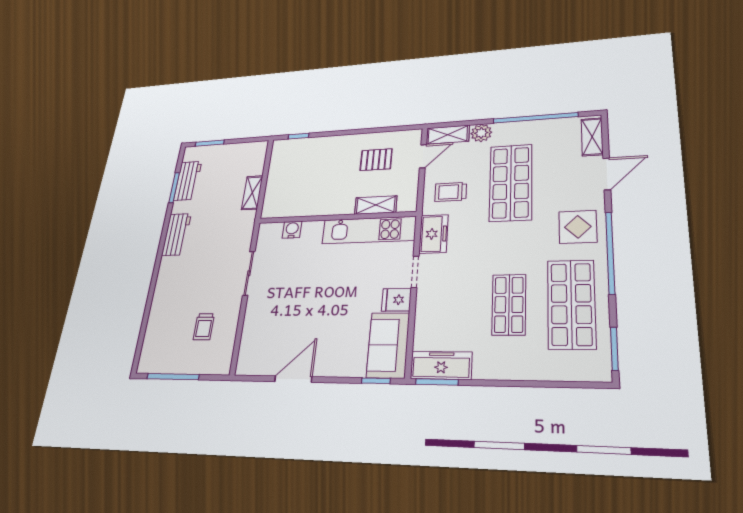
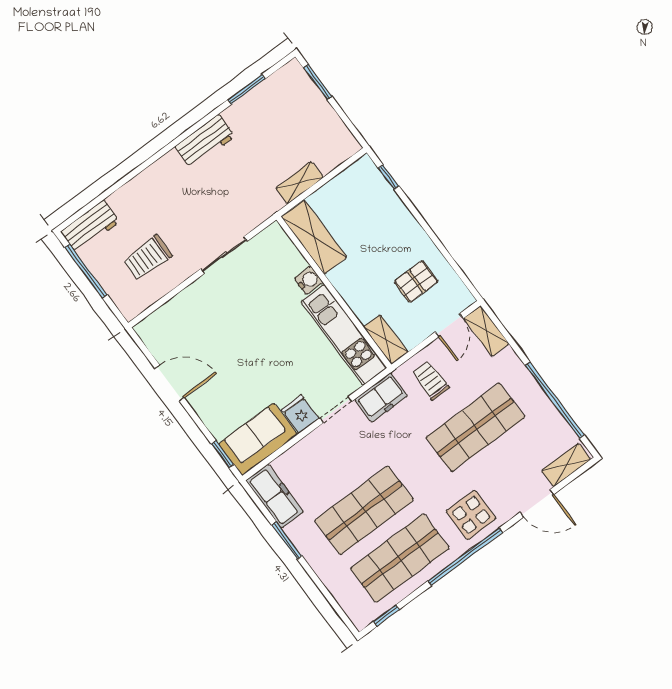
plant: (481, 133) -> (508, 362), removed
door: (423, 156) -> (449, 325), hinge flipped
pallet: (376, 160) -> (416, 282), turned 90
workbench: (188, 181) -> (90, 227), moved
shelving: (376, 205) -> (386, 340), moved
shelving: (291, 206) -> (314, 237), added
water cooler: (292, 230) -> (309, 280), moved
shop shelf: (509, 305) -> (364, 510), width x1.43, depth x1.36
trolley: (204, 327) -> (147, 258), width x1.36, depth x1.39
window: (614, 349) -> (386, 616), width x0.67
window: (437, 382) -> (287, 540), moved

